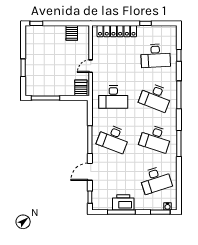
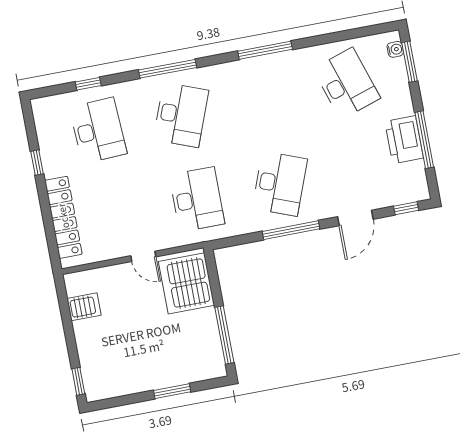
server rack: (81, 88) -> (186, 283), width x2.18, depth x1.44
desk: (155, 138) -> (264, 99), removed
door: (90, 172) -> (355, 218), hinge flipped

